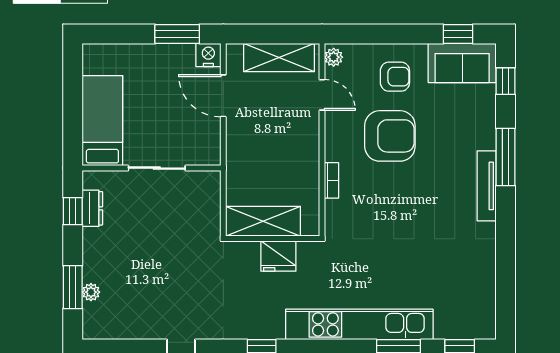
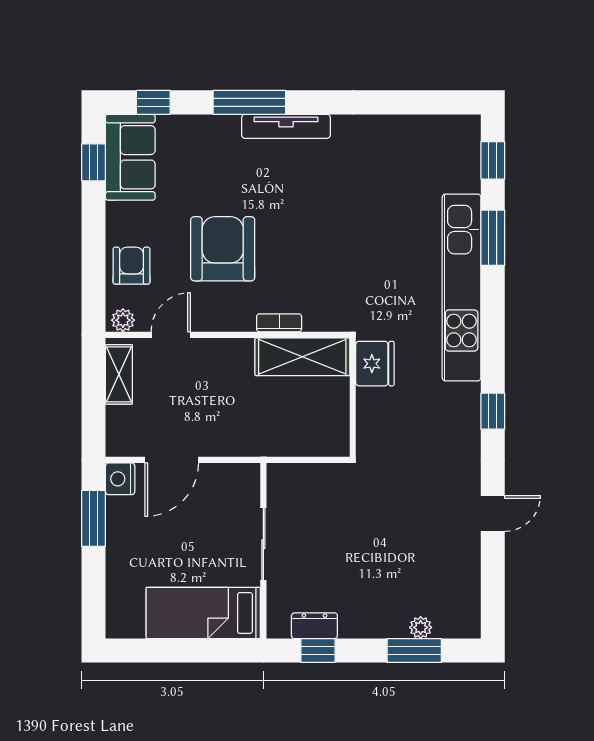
shelving: (279, 58) -> (119, 374), width x0.67, depth x0.75
armchair: (395, 77) -> (132, 266), moved
shelving: (263, 221) -> (302, 357), moved, turned 90
fridge: (278, 256) -> (375, 364), moved

